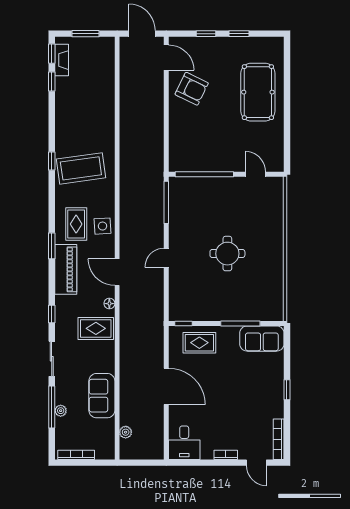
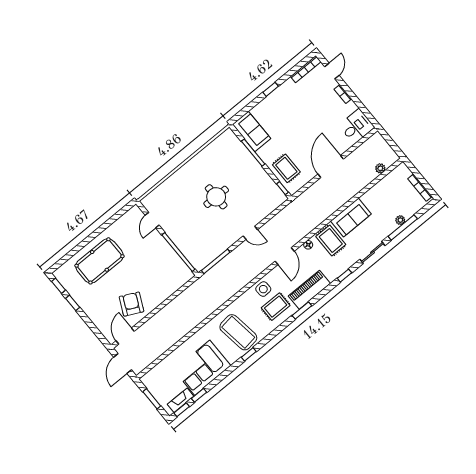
window: (206, 34) -> (59, 286), moved
corner sofa: (75, 106) -> (202, 368), added
sofa: (102, 396) -> (351, 218), moved

